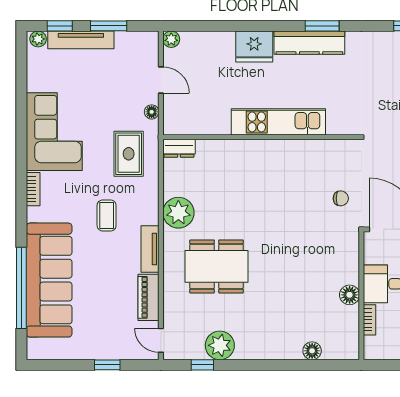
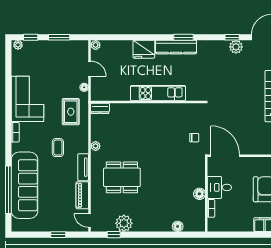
tv unit: (81, 40) -> (43, 45), removed
plant: (178, 213) -> (96, 146), width x0.53, depth x0.53

